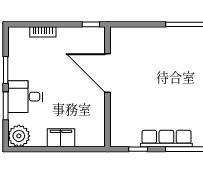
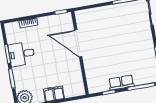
desk: (25, 97) -> (21, 54), moved
row of seats: (166, 138) -> (121, 83), width x0.68

